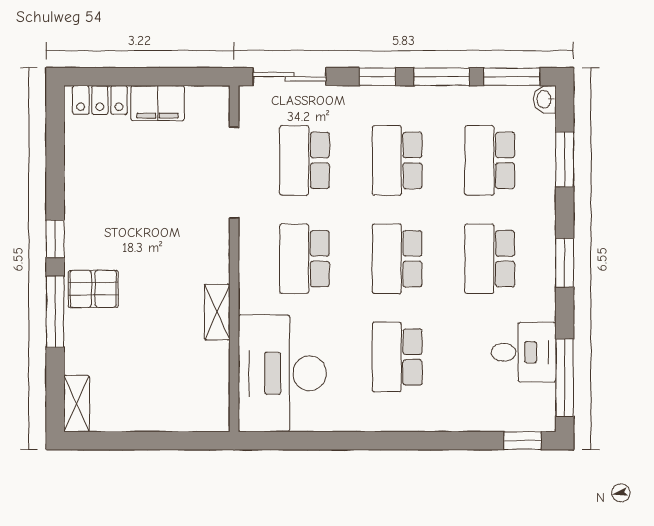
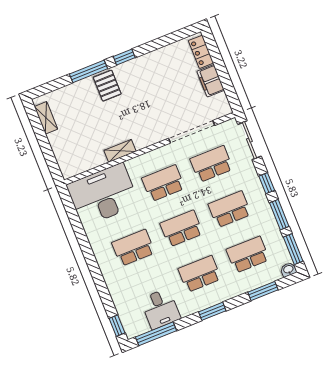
shelving: (77, 404) -> (46, 118), moved, turned 90

